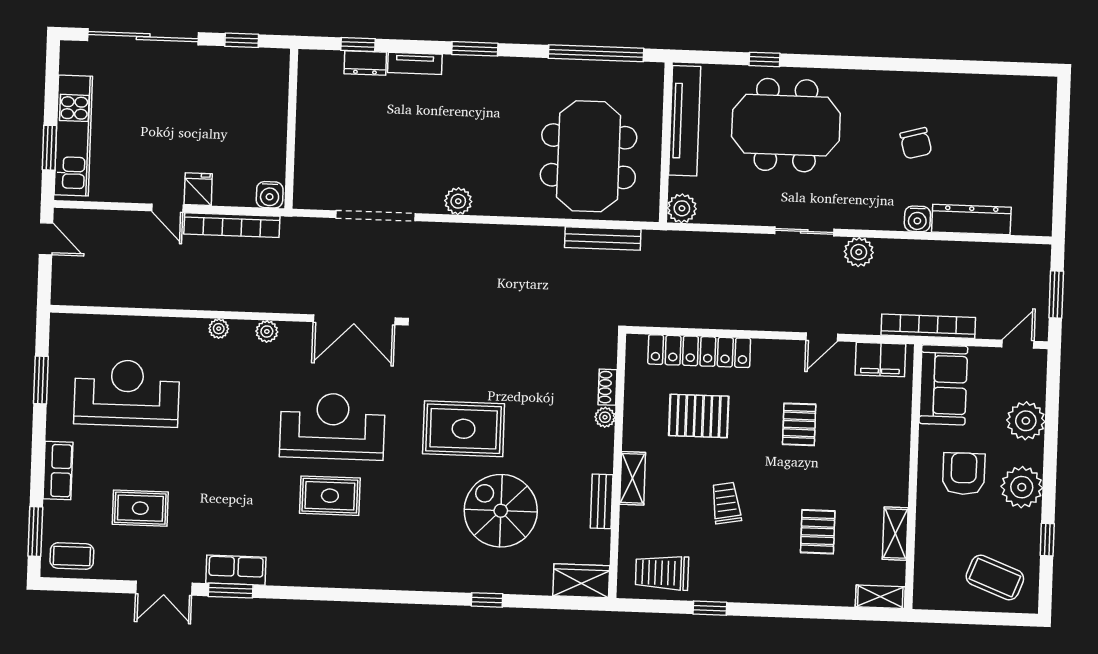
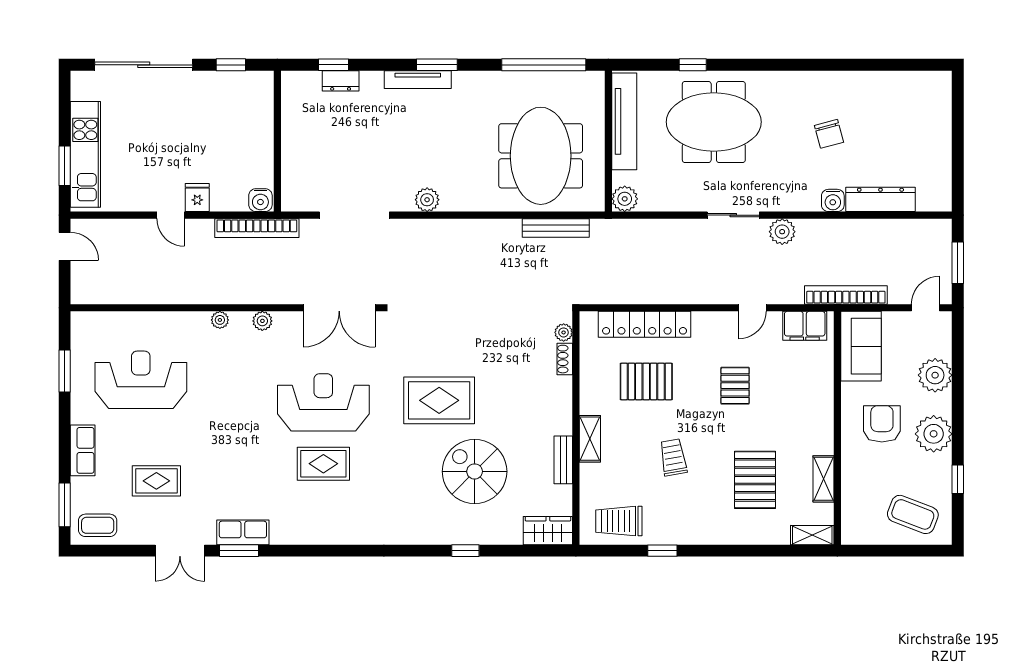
tv unit: (415, 63) -> (418, 80), moved, width x1.41
bookcase: (232, 225) -> (257, 228), moved
plant: (605, 417) -> (564, 332), moved
pallet: (818, 532) -> (755, 480), width x1.50, depth x1.42

